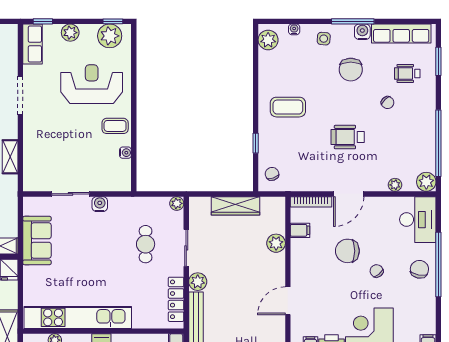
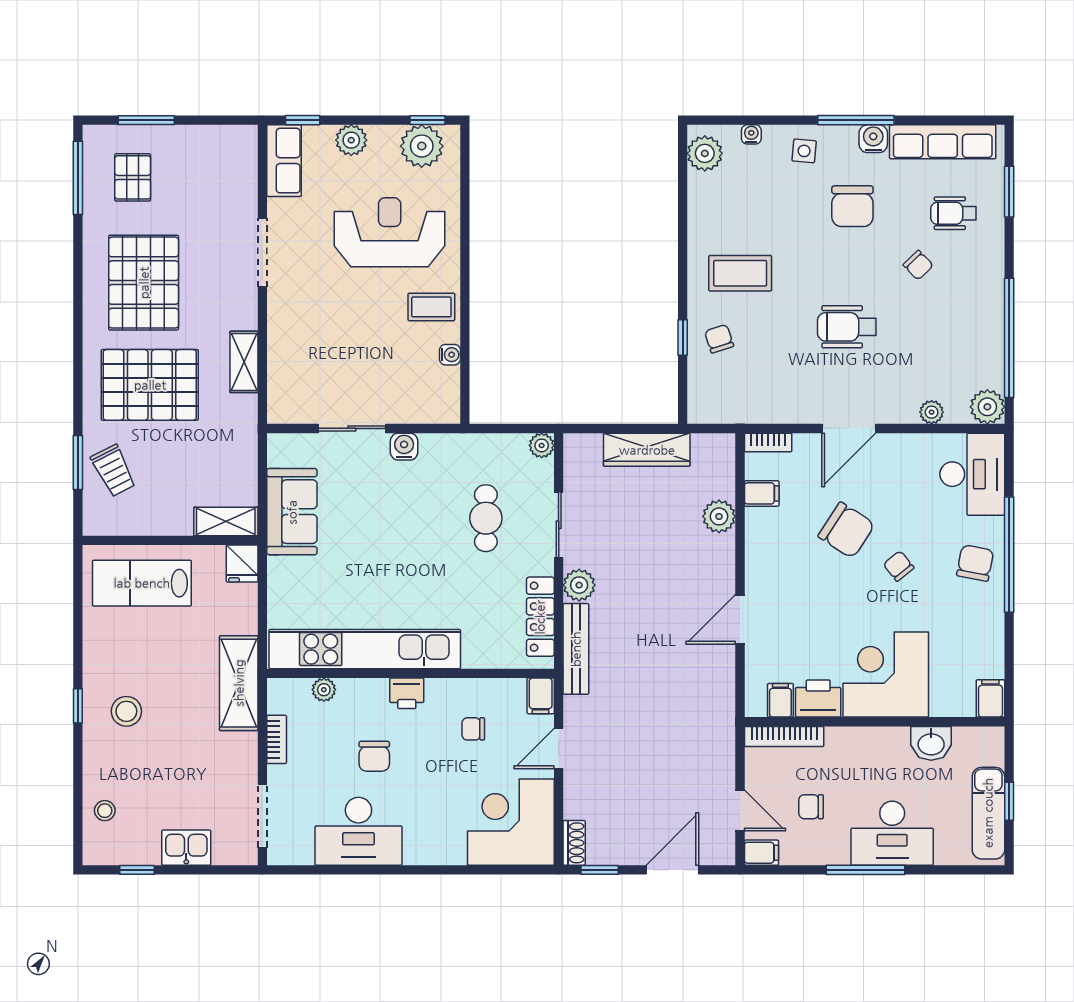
chair: (272, 174) -> (719, 339), moved
bookcase: (311, 202) -> (768, 442), width x0.64
chair: (347, 251) -> (846, 530), turned -147

